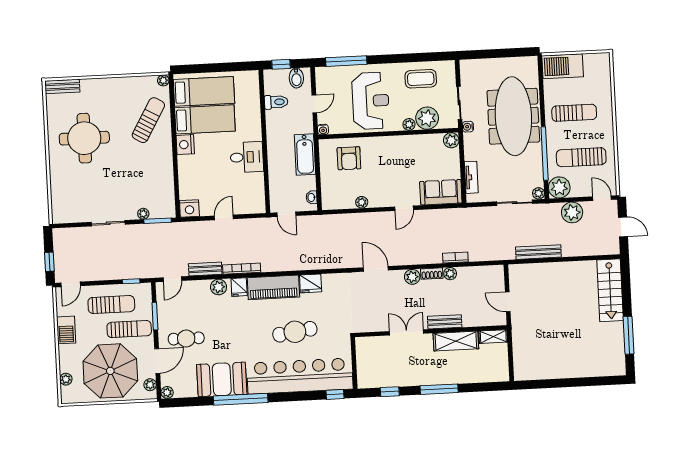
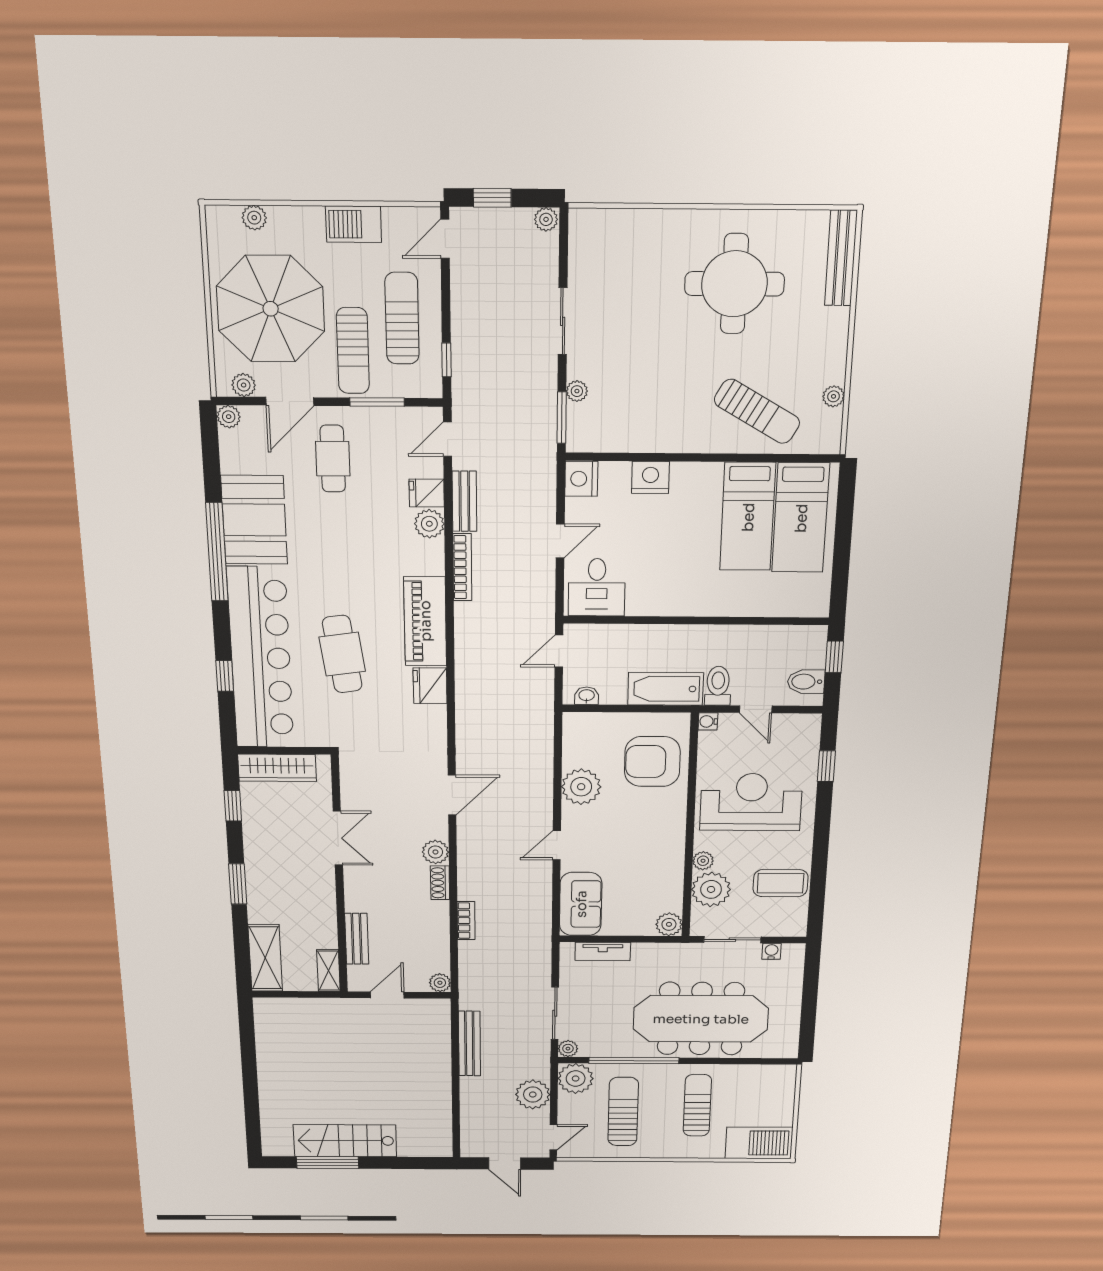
window: (346, 61) -> (826, 766), width x0.46
barbecue: (563, 66) -> (759, 1143), moved, turned 90
coffee table: (421, 79) -> (780, 883), turned 90
plant: (163, 80) -> (834, 396), moved
bench: (62, 86) -> (841, 258), width x1.36
reception desk: (371, 101) -> (751, 802), turned 180
toilet: (276, 102) -> (718, 686), moved, turned 180
sun lounger: (574, 113) -> (697, 1105), turned 180
water cooler: (468, 127) -> (771, 951), moved
nightstand: (185, 145) -> (650, 477), moved
desk: (247, 157) -> (597, 587), moved
armchair: (349, 158) -> (652, 762), width x1.36, depth x1.36
plant: (362, 202) -> (581, 787), width x1.88, depth x1.88
door: (404, 208) -> (557, 845), hinge flipped
door: (224, 217) -> (560, 541), hinge flipped
door: (623, 227) -> (505, 1164), hinge flipped
plant: (58, 235) -> (546, 219), added
plant: (450, 274) -> (440, 983), moved
door: (172, 279) -> (448, 439), hinge flipped
door: (71, 284) -> (445, 239), hinge flipped
fridge: (239, 287) -> (427, 493), moved
stairs: (610, 290) -> (345, 1141), moved
sun lounger: (111, 305) -> (402, 318), turned 180
bench: (445, 322) -> (357, 939), moved
shelving: (456, 341) -> (265, 958), moved
door: (157, 361) -> (290, 401), hinge flipped
wardrobe: (365, 367) -> (277, 768), added
window: (439, 389) -> (238, 884), width x0.69
window: (335, 394) -> (225, 676), moved

